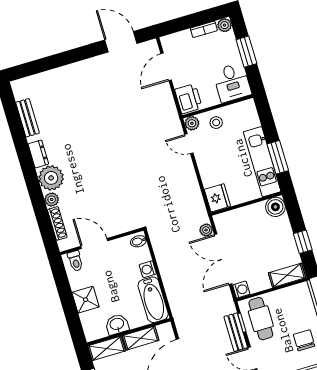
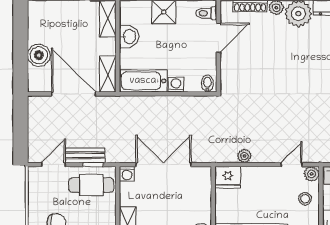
plant: (206, 230) -> (244, 156), moved
shelving: (141, 338) -> (108, 74), moved

